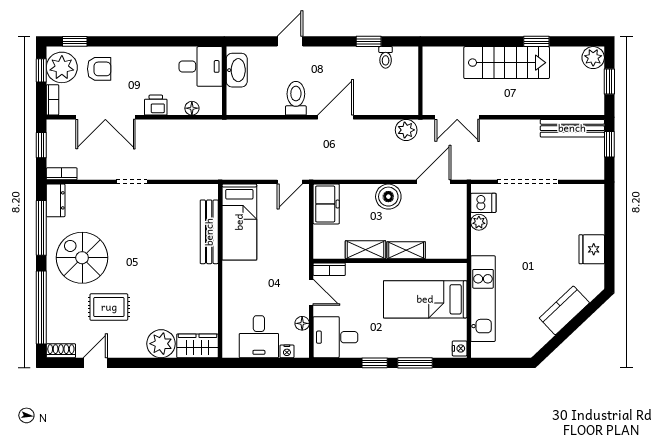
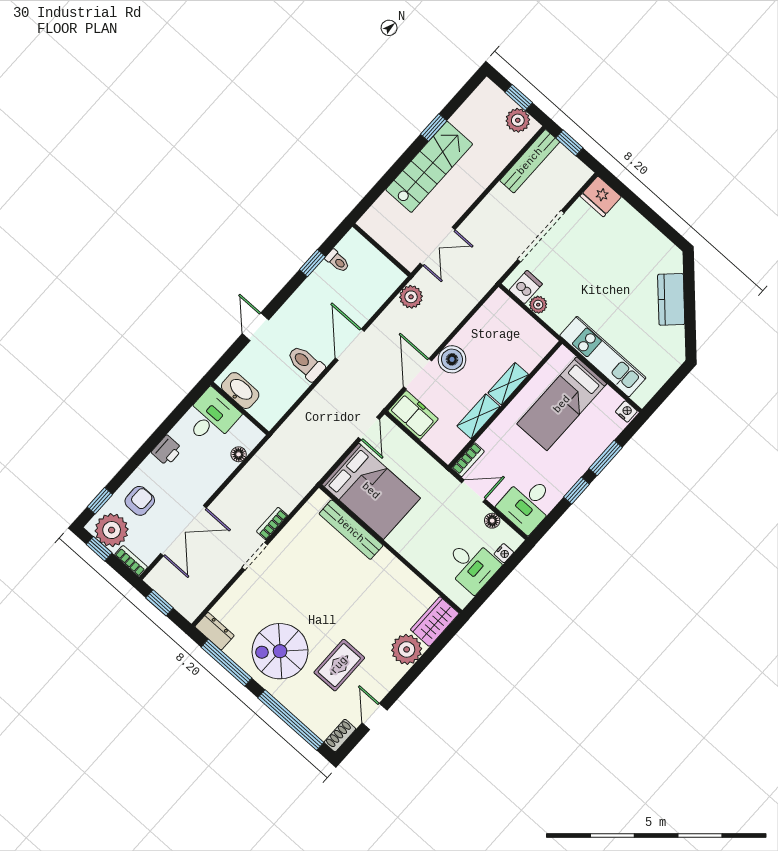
plant: (593, 58) -> (518, 120), moved
printer: (156, 105) -> (167, 451), moved, turned 180
bookcase: (62, 174) -> (272, 524), moved
door: (434, 182) -> (418, 374), moved
bed: (239, 222) -> (371, 491), width x1.50
fridge: (592, 249) -> (601, 196), moved

